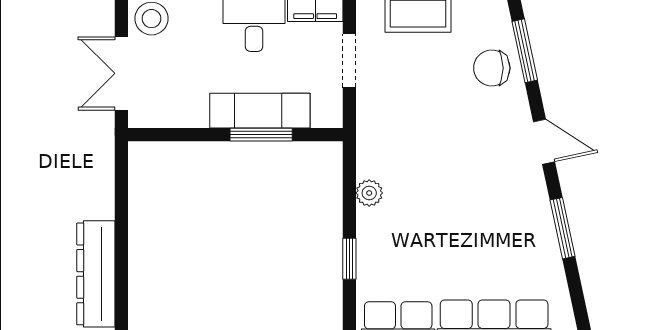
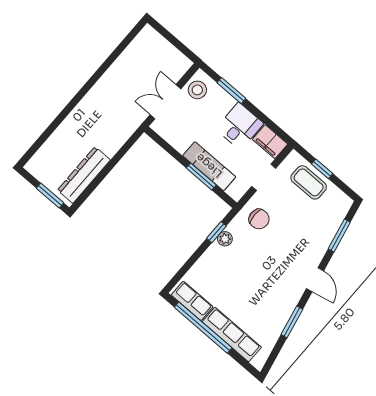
chair: (492, 68) -> (259, 219), moved, turned 180
window: (349, 259) -> (216, 232), moved

